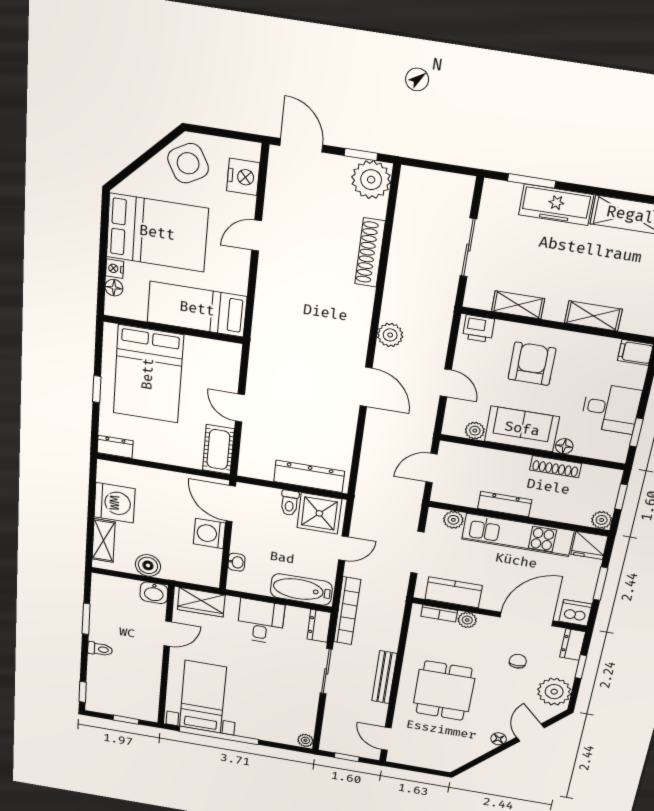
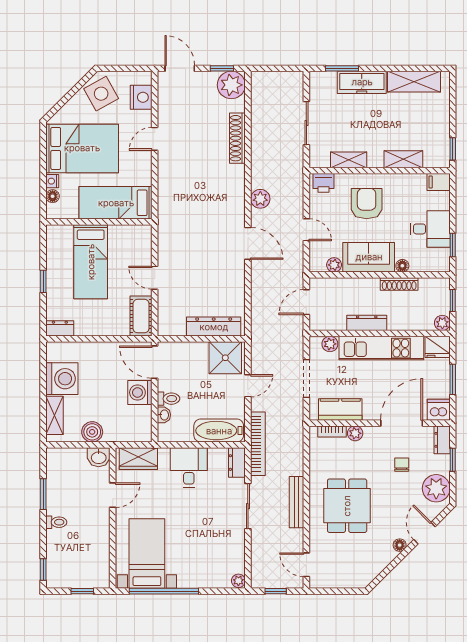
bed: (148, 374) -> (91, 262), width x0.67
toilet: (290, 503) -> (169, 399), moved, turned -90

